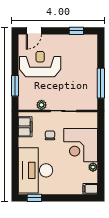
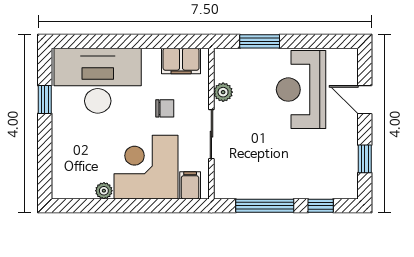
door: (34, 31) -> (365, 100), moved
window: (101, 54) -> (321, 206), added
reception desk: (40, 64) -> (301, 90), turned 180
filing cabinet: (90, 189) -> (190, 185), moved
window: (34, 198) -> (45, 99), moved

